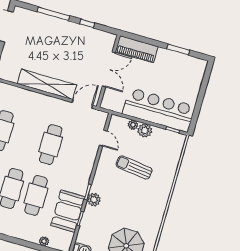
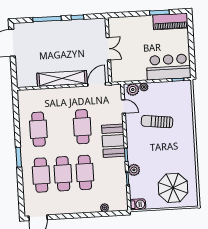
piano: (137, 49) -> (170, 22), moved
double door: (109, 69) -> (108, 49), width x0.73
bar counter: (159, 110) -> (169, 67), width x0.73
plant: (145, 130) -> (133, 90), moved
plant: (94, 200) -> (134, 170), moved
booth: (68, 211) -> (113, 141), moved

